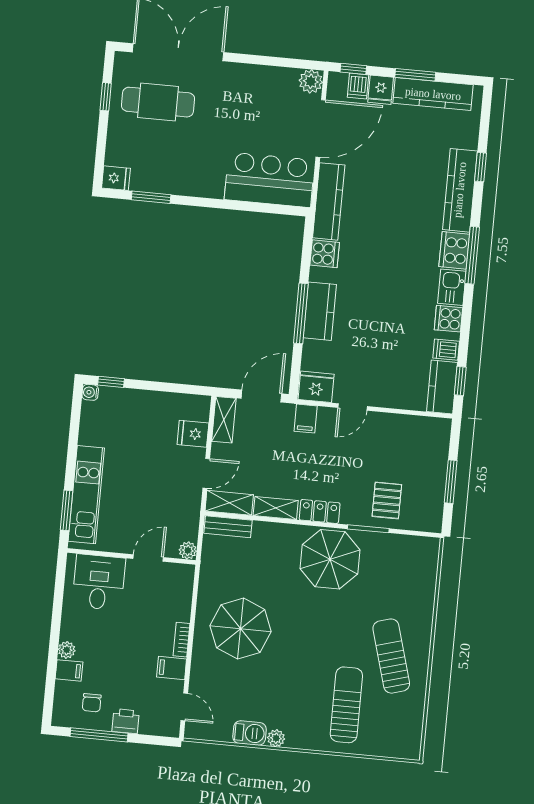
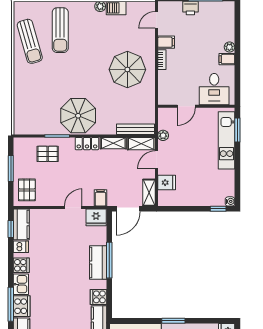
window: (151, 197) -> (173, 321), moved
pallet: (427, 444) -> (27, 190), added
pallet: (387, 500) -> (48, 154), turned 90
bench: (228, 527) -> (135, 129), width x1.36
plant: (188, 550) -> (163, 135), moved
sun lounger: (391, 656) -> (30, 41), moved
filing cabinet: (69, 670) -> (227, 59), moved
chair: (92, 703) -> (212, 17), removed
door: (184, 707) -> (156, 20), hinge flipped

